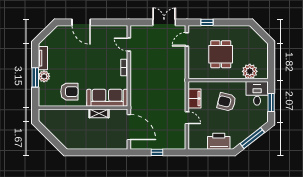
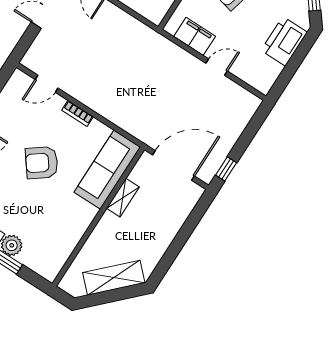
armchair: (69, 92) -> (42, 163), moved, turned -127
shelving: (59, 133) -> (114, 278), added
window: (157, 152) -> (226, 169), moved

